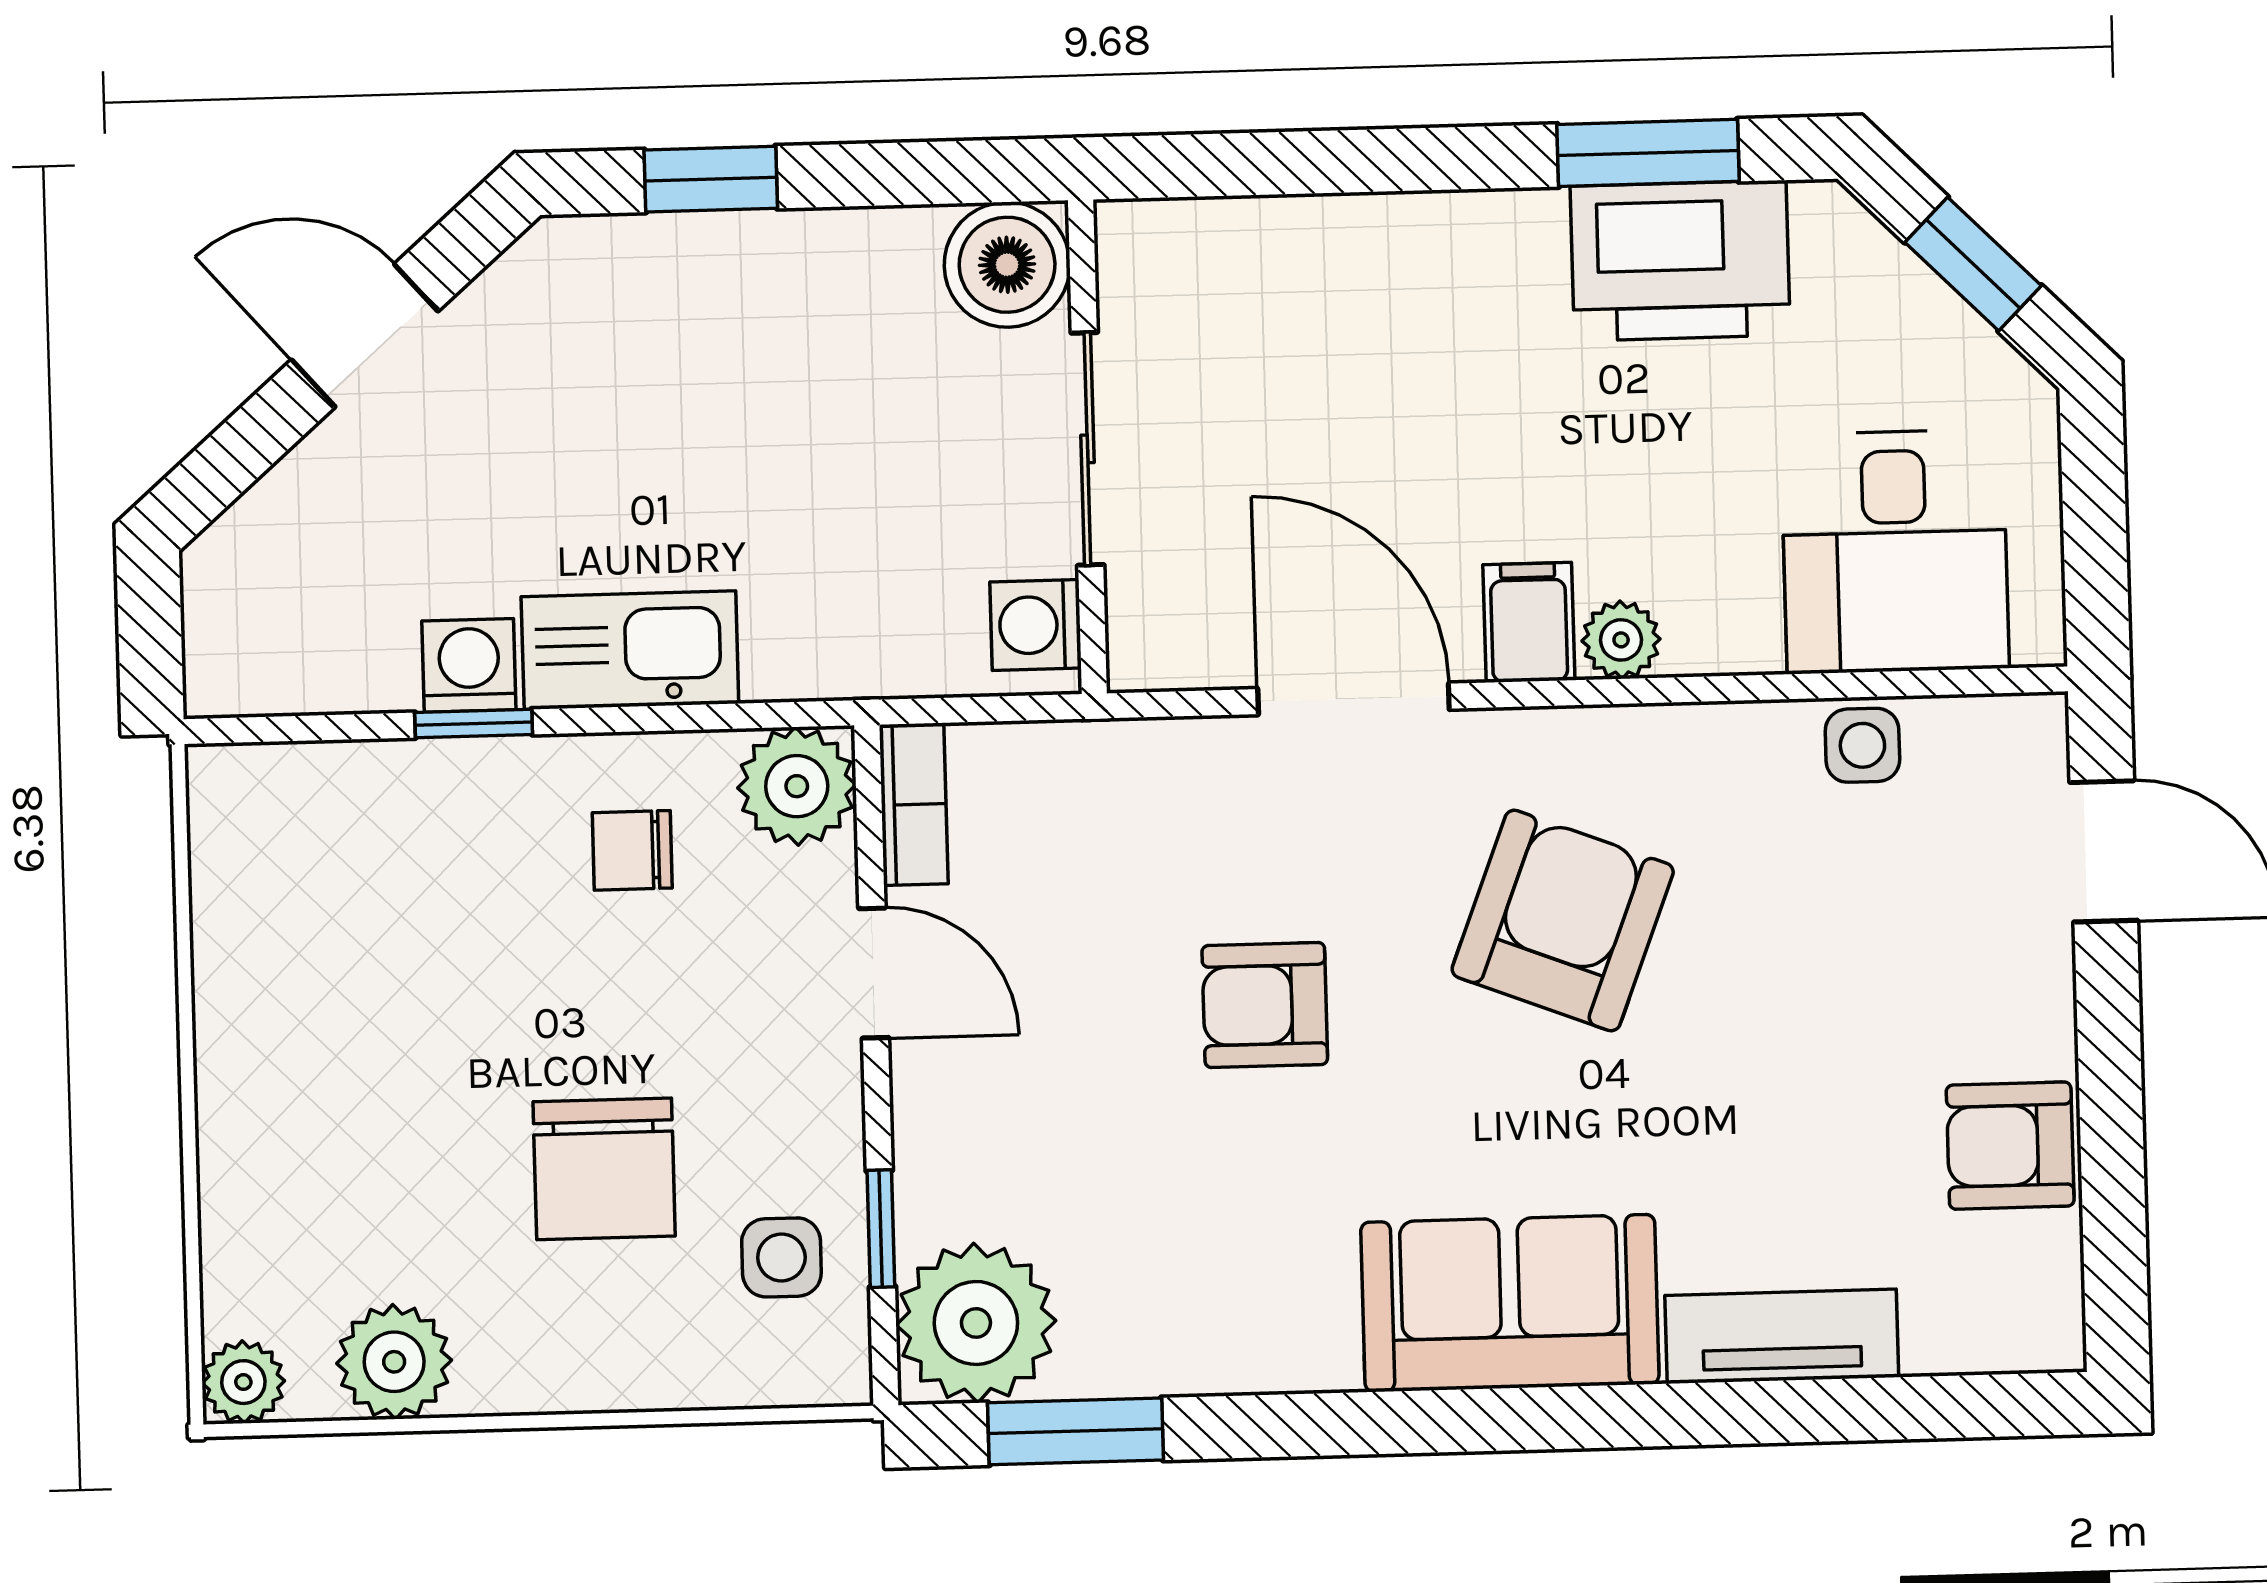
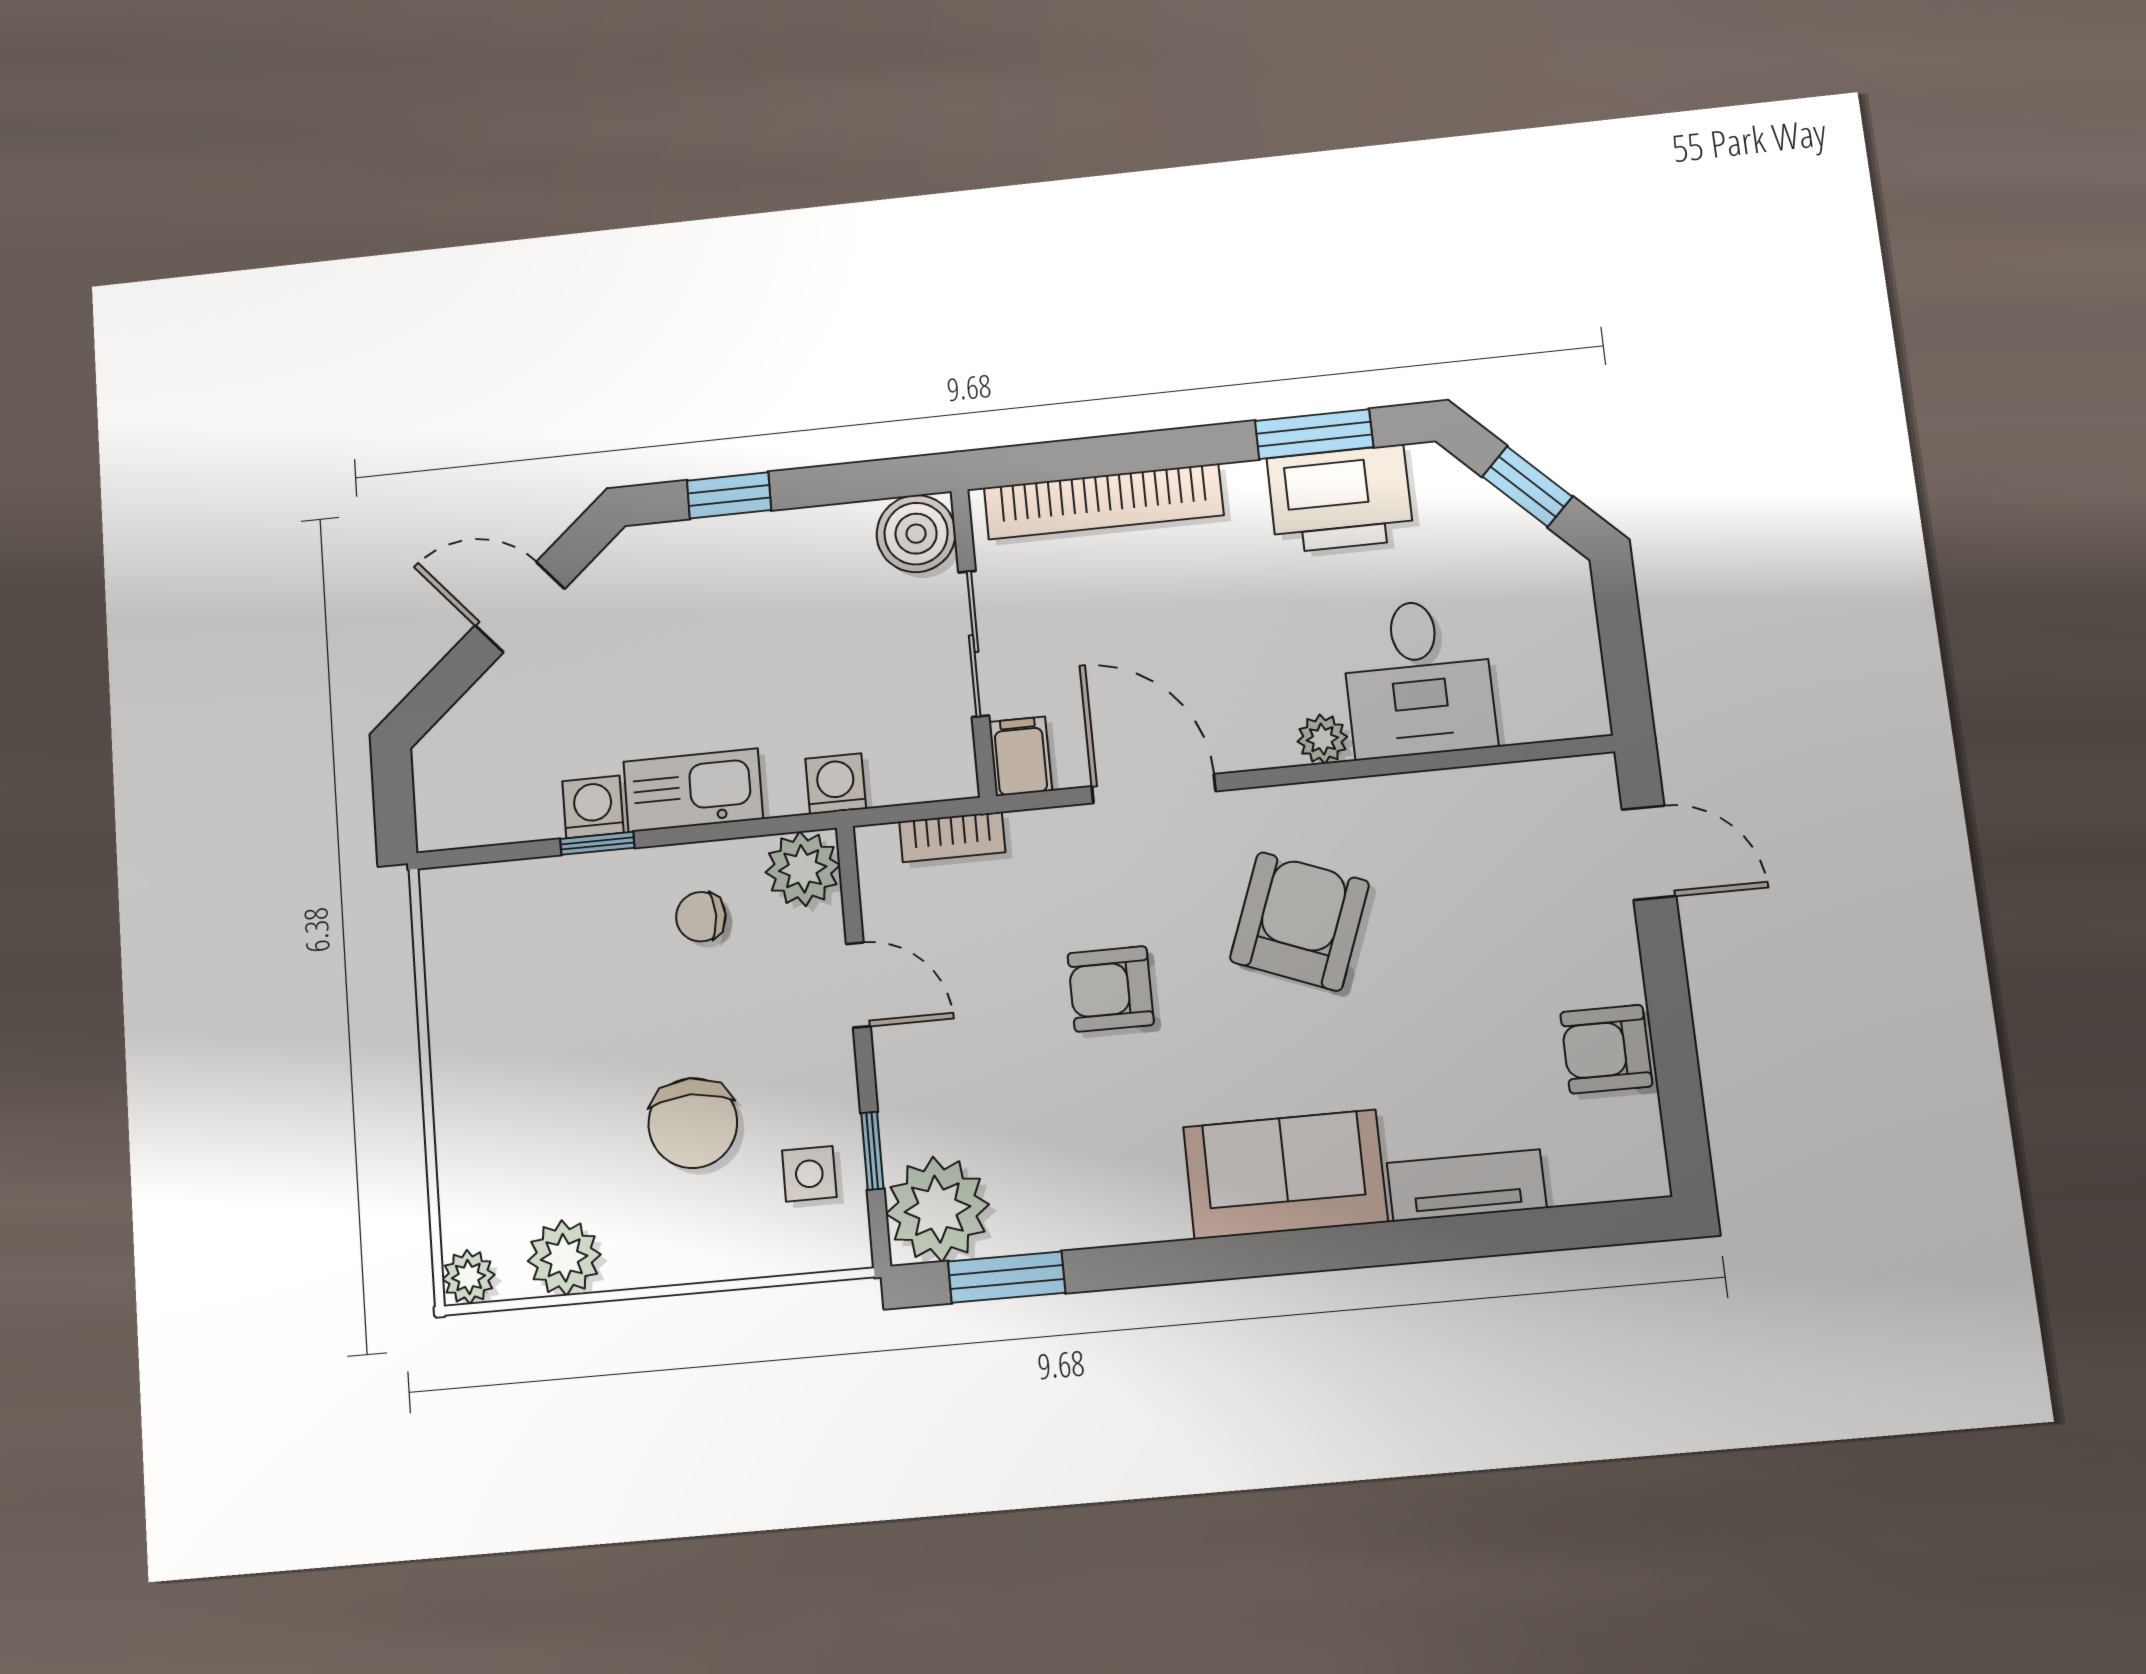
bookcase: (1308, 236) -> (1103, 502), added
desk: (1895, 552) -> (1418, 678), moved
filing cabinet: (1529, 622) -> (1020, 756), moved
washing machine: (1036, 625) -> (836, 784), moved, turned 90
side table: (1862, 745) -> (1485, 795), removed
bookcase: (914, 804) -> (952, 837), moved, turned 90

